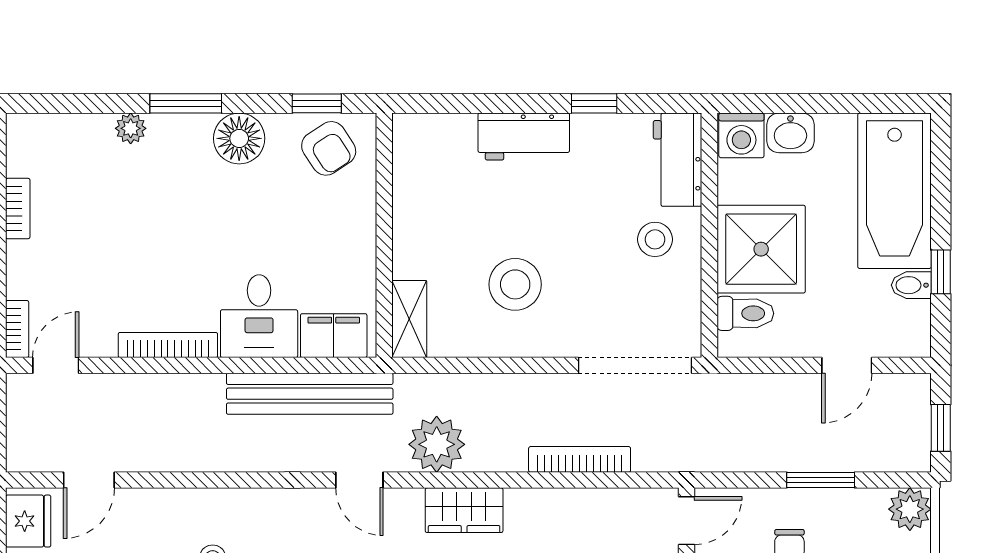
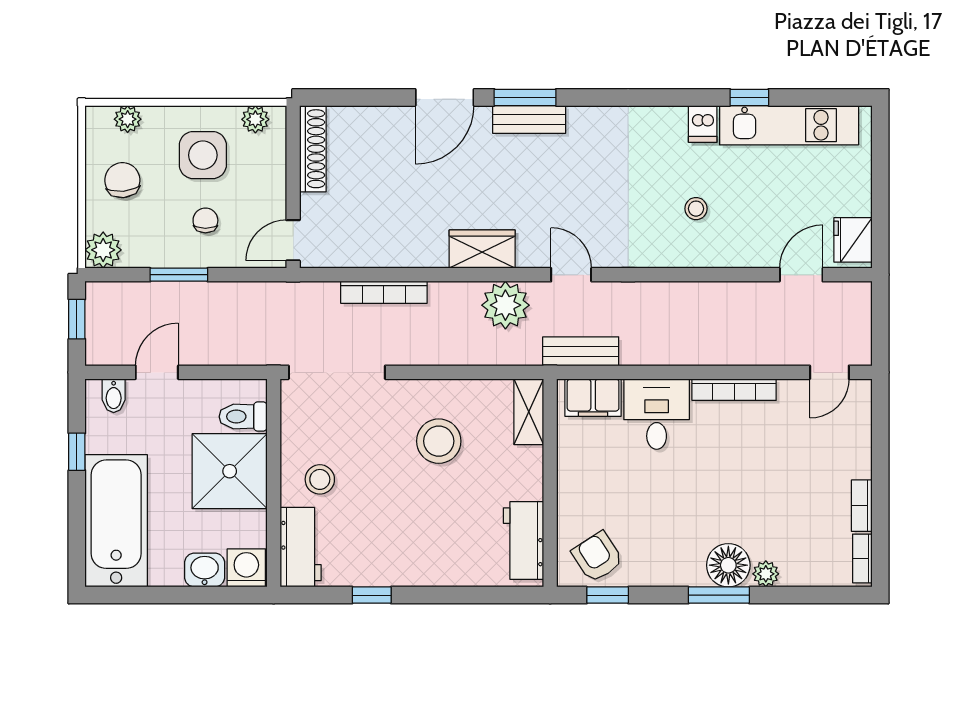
workbench: (524, 137) -> (523, 540), moved, turned -90
floor lamp: (239, 138) -> (728, 565), moved
bidet: (911, 285) -> (114, 396), moved, turned 90
bookcase: (17, 329) -> (862, 558), moved
bench: (310, 394) -> (581, 351), width x0.54, depth x0.82

